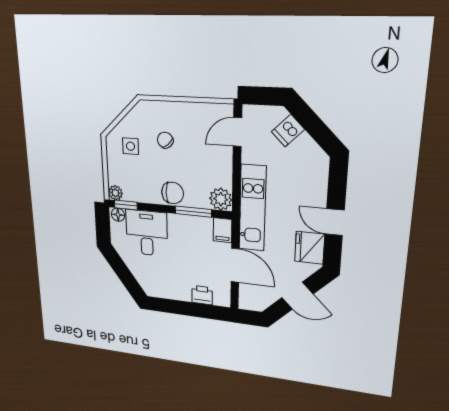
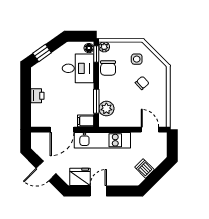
dishwasher: (288, 131) -> (144, 168), moved
chair: (173, 193) -> (108, 68), moved
plant: (221, 199) -> (106, 109), moved
window: (127, 279) -> (42, 53), added
printer: (202, 295) -> (37, 96), moved
door: (297, 296) -> (46, 171), hinge flipped

